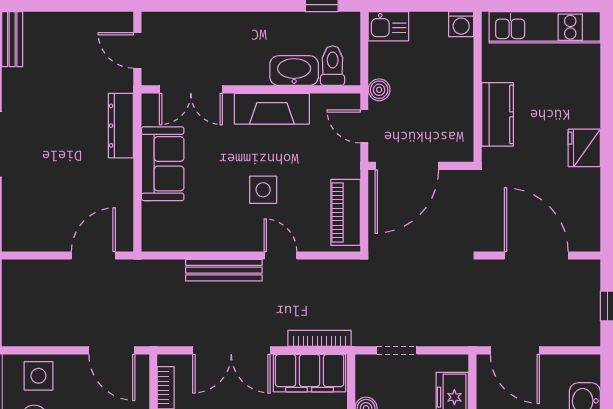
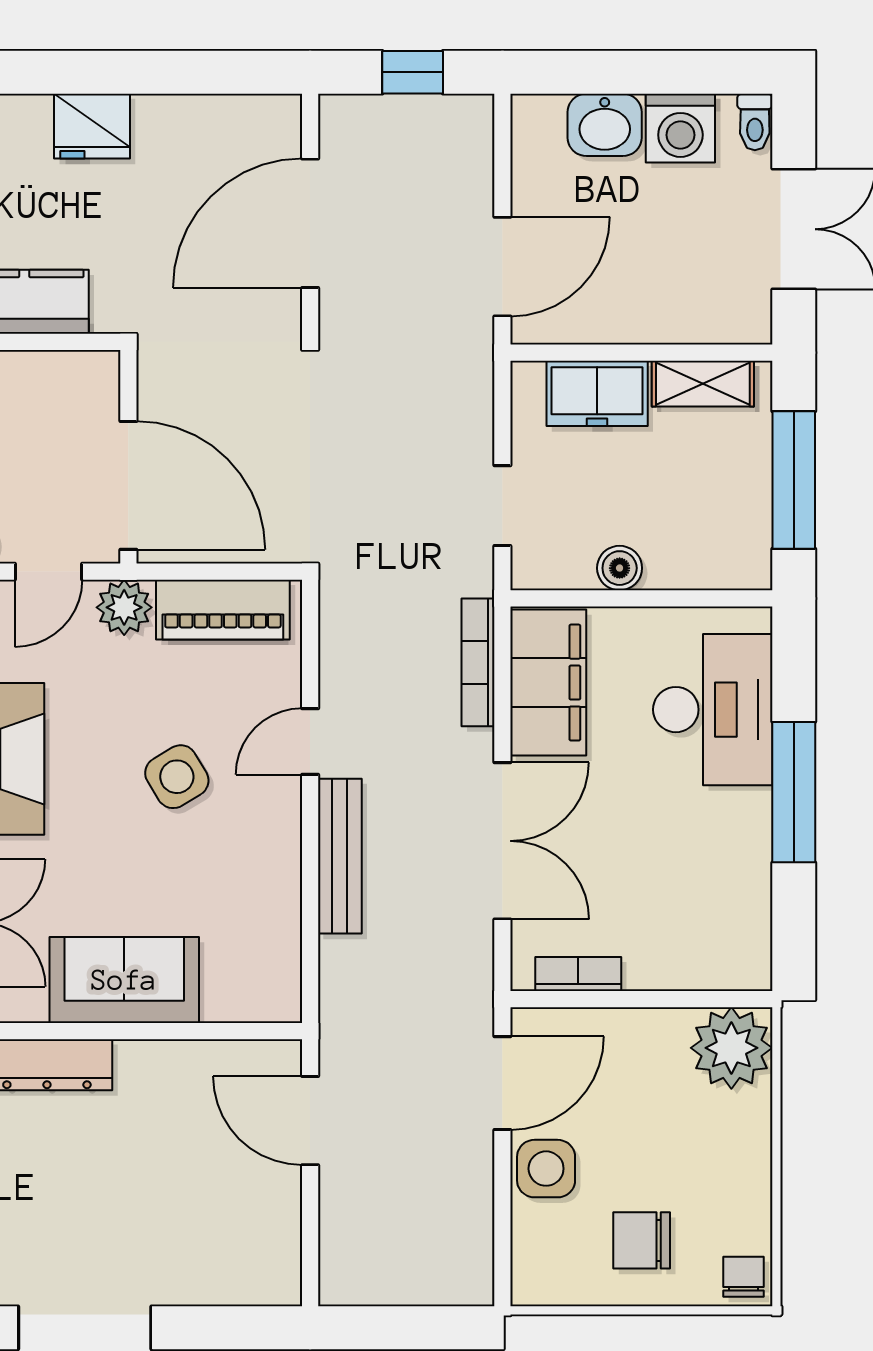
plant: (347, 164) -> (124, 607), added
side table: (263, 190) -> (177, 777), turned -31
side table: (38, 376) -> (546, 1169), moved

